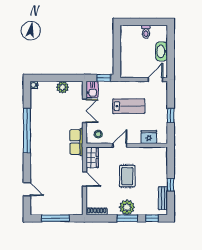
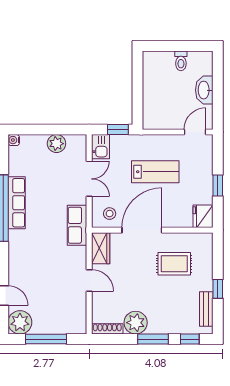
row of seats: (36, 127) -> (17, 203), added
fridge: (149, 137) -> (203, 216), moved, turned -90
door: (120, 145) -> (142, 230), width x1.87
rug: (127, 176) -> (174, 264), moved, turned 90
plant: (38, 207) -> (20, 322), added
plant: (127, 207) -> (136, 323), moved

